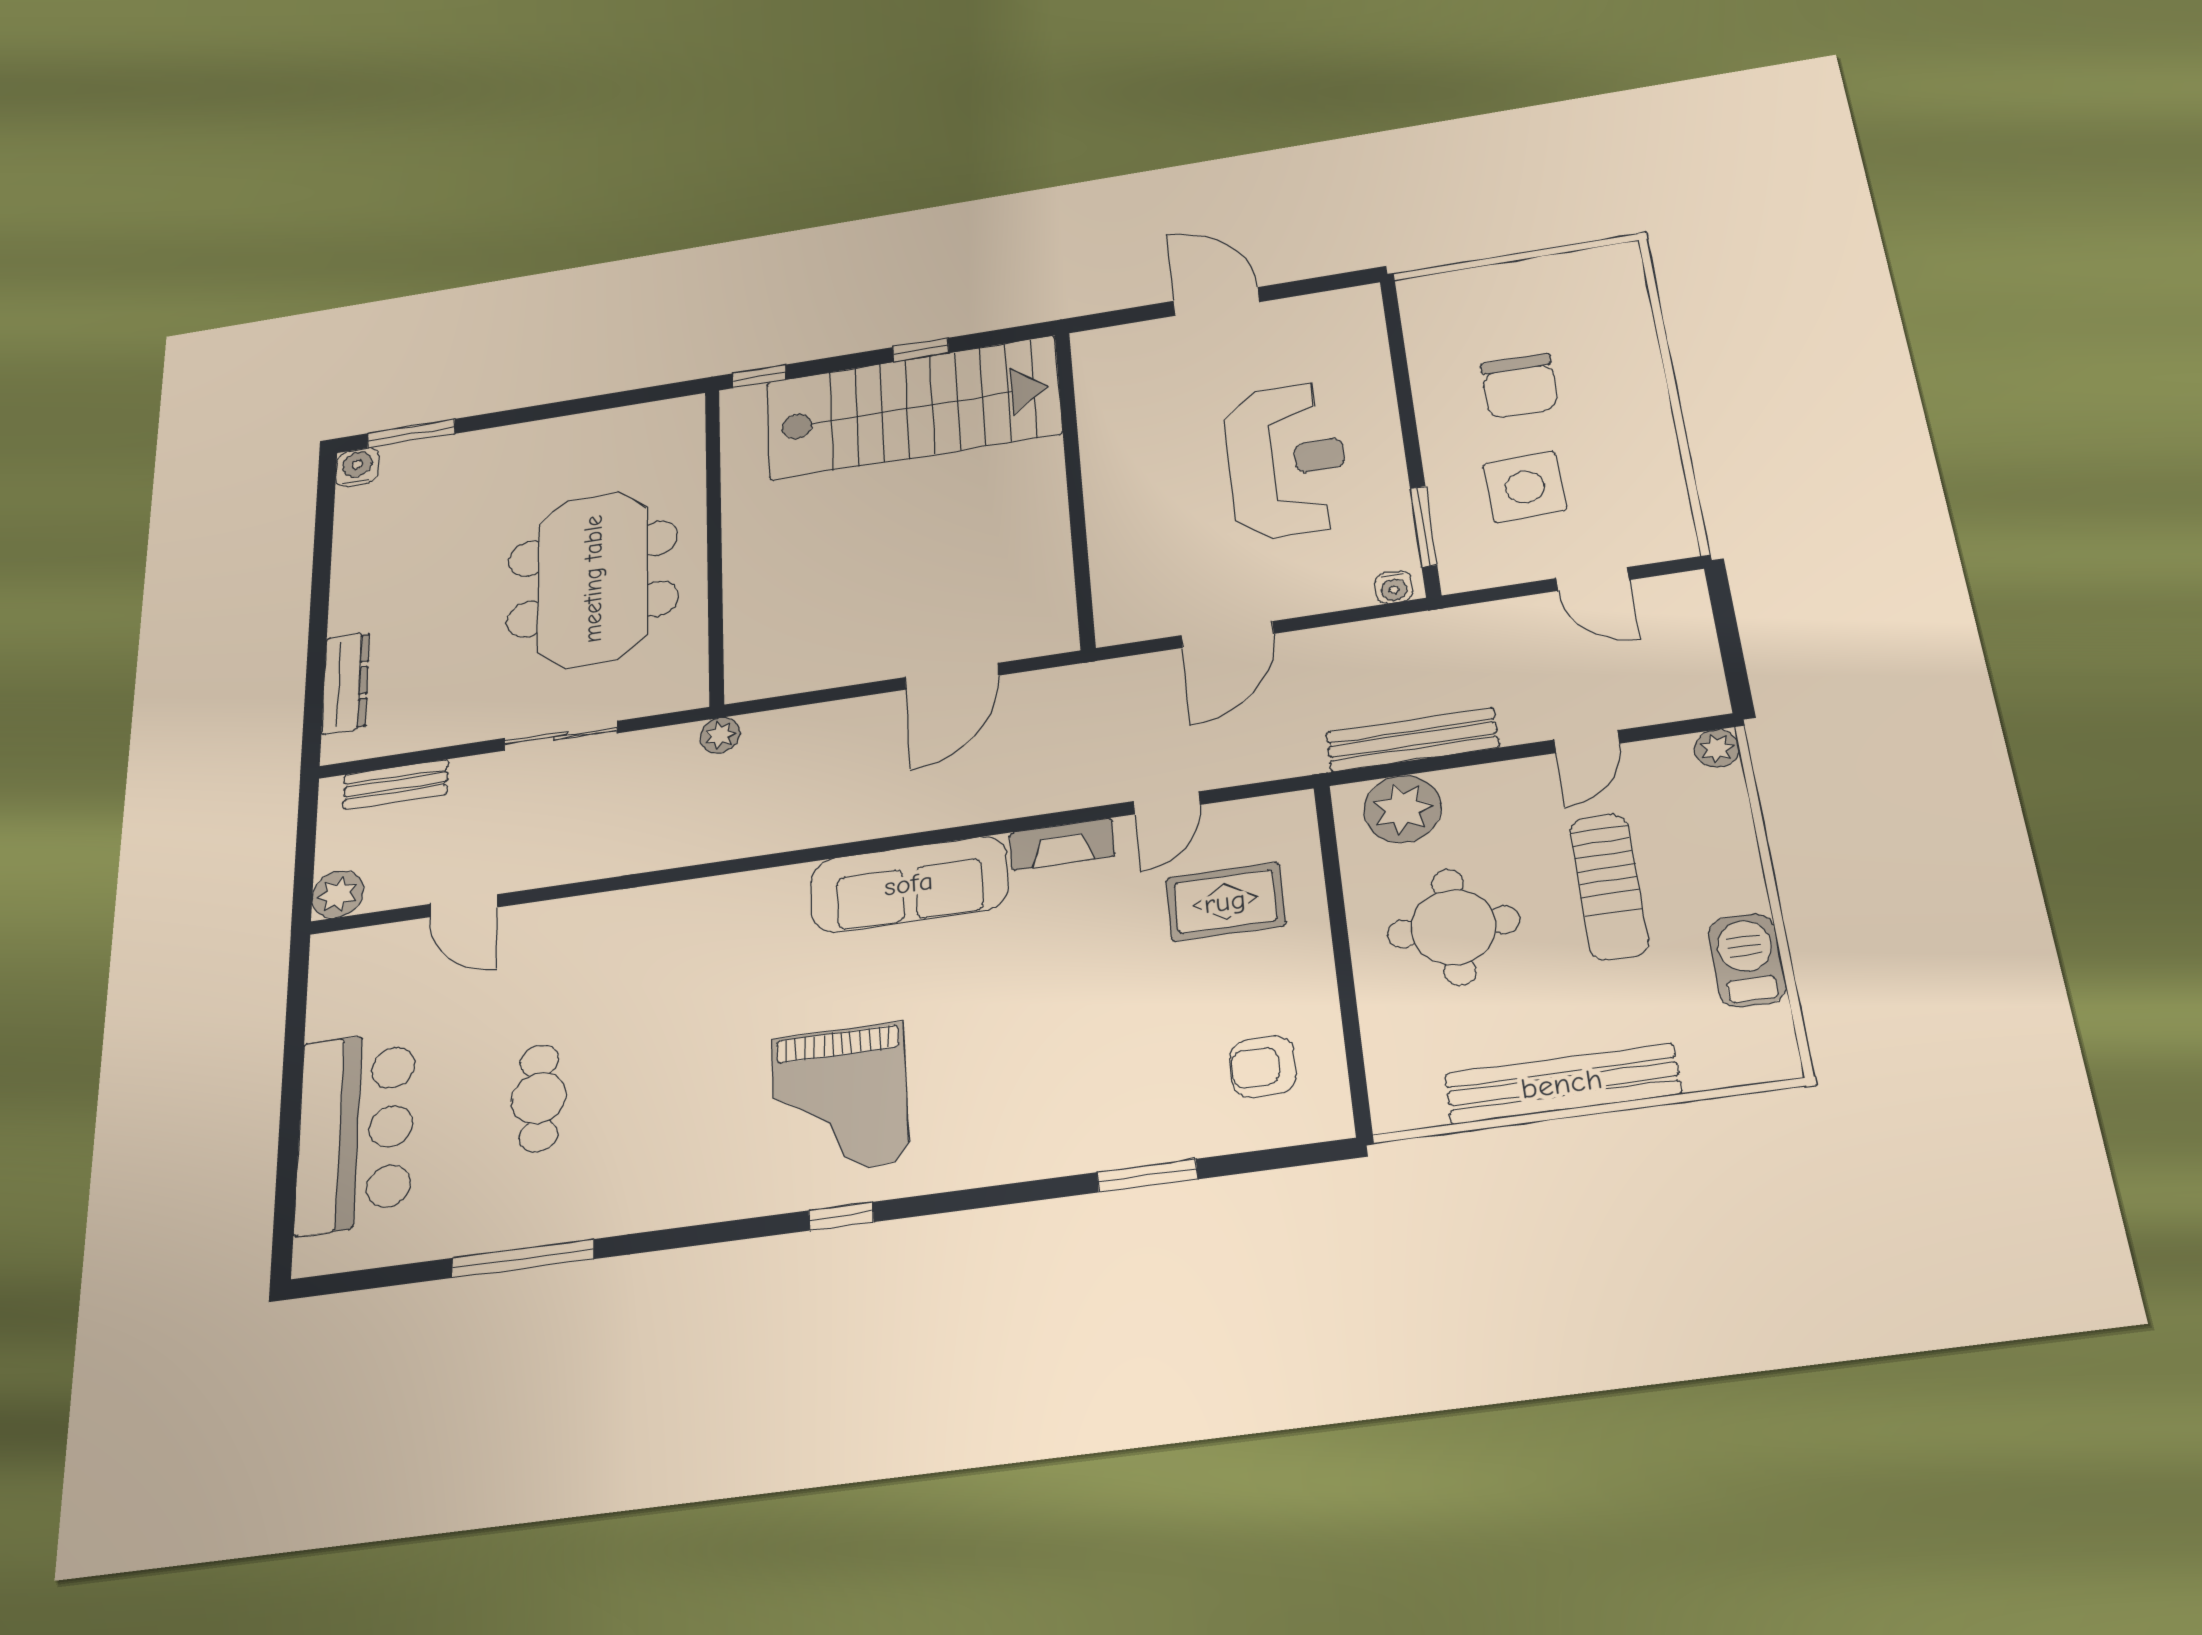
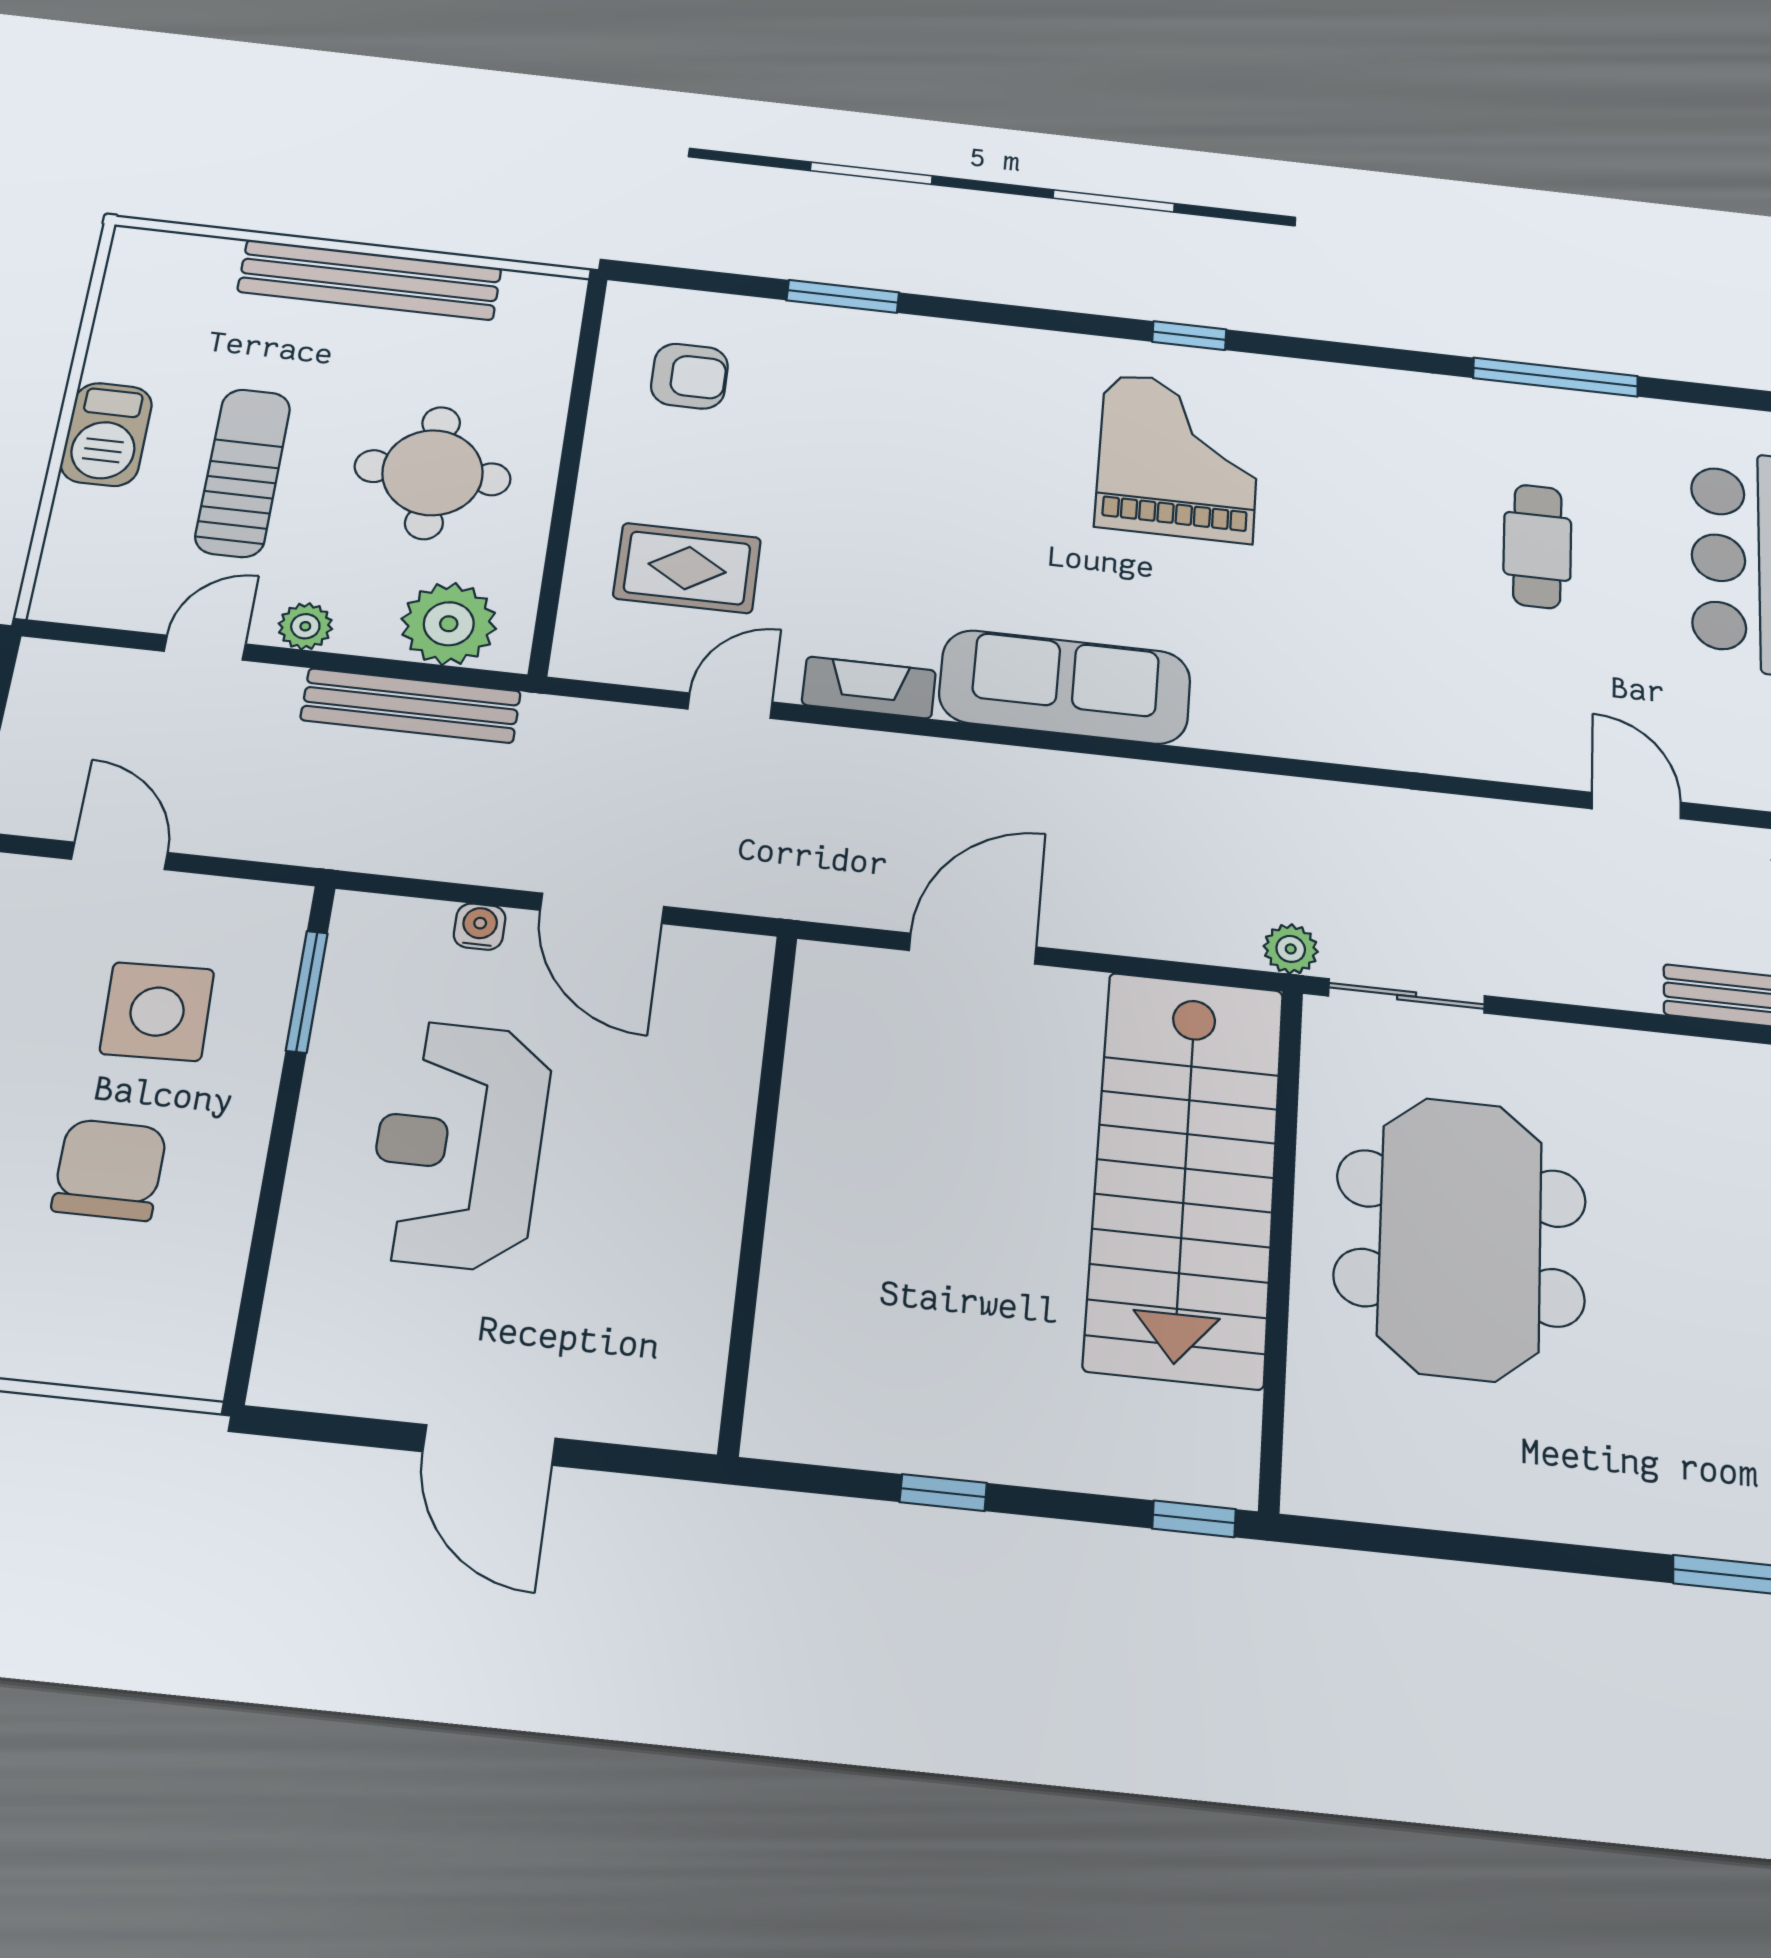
stairs: (913, 408) -> (1185, 1176), moved, turned -90
water cooler: (1394, 587) -> (480, 927), moved
door: (1227, 634) -> (602, 908), swing flipped
sliding door: (561, 736) -> (1407, 996), moved
plant: (1717, 749) -> (305, 626), moved
barbecue: (1747, 960) -> (106, 434), moved

